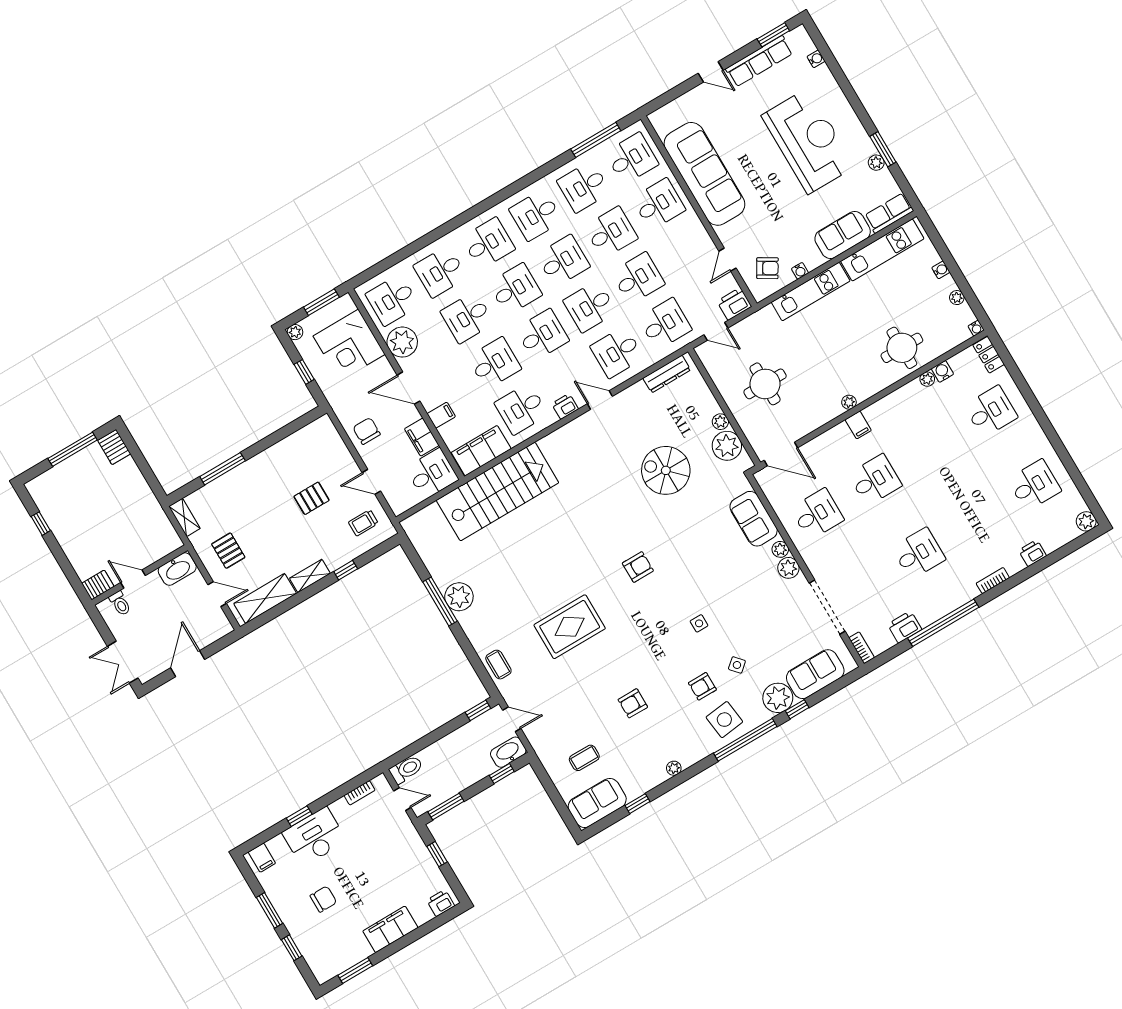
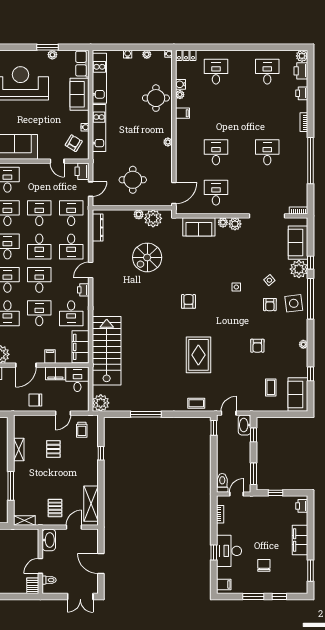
filing cabinet: (858, 425) -> (182, 113), moved
pallet: (228, 551) -> (55, 508), turned 90
shelving: (310, 576) -> (19, 449), moved
plant: (459, 597) -> (101, 403), moved
printer: (905, 627) -> (301, 71), moved

